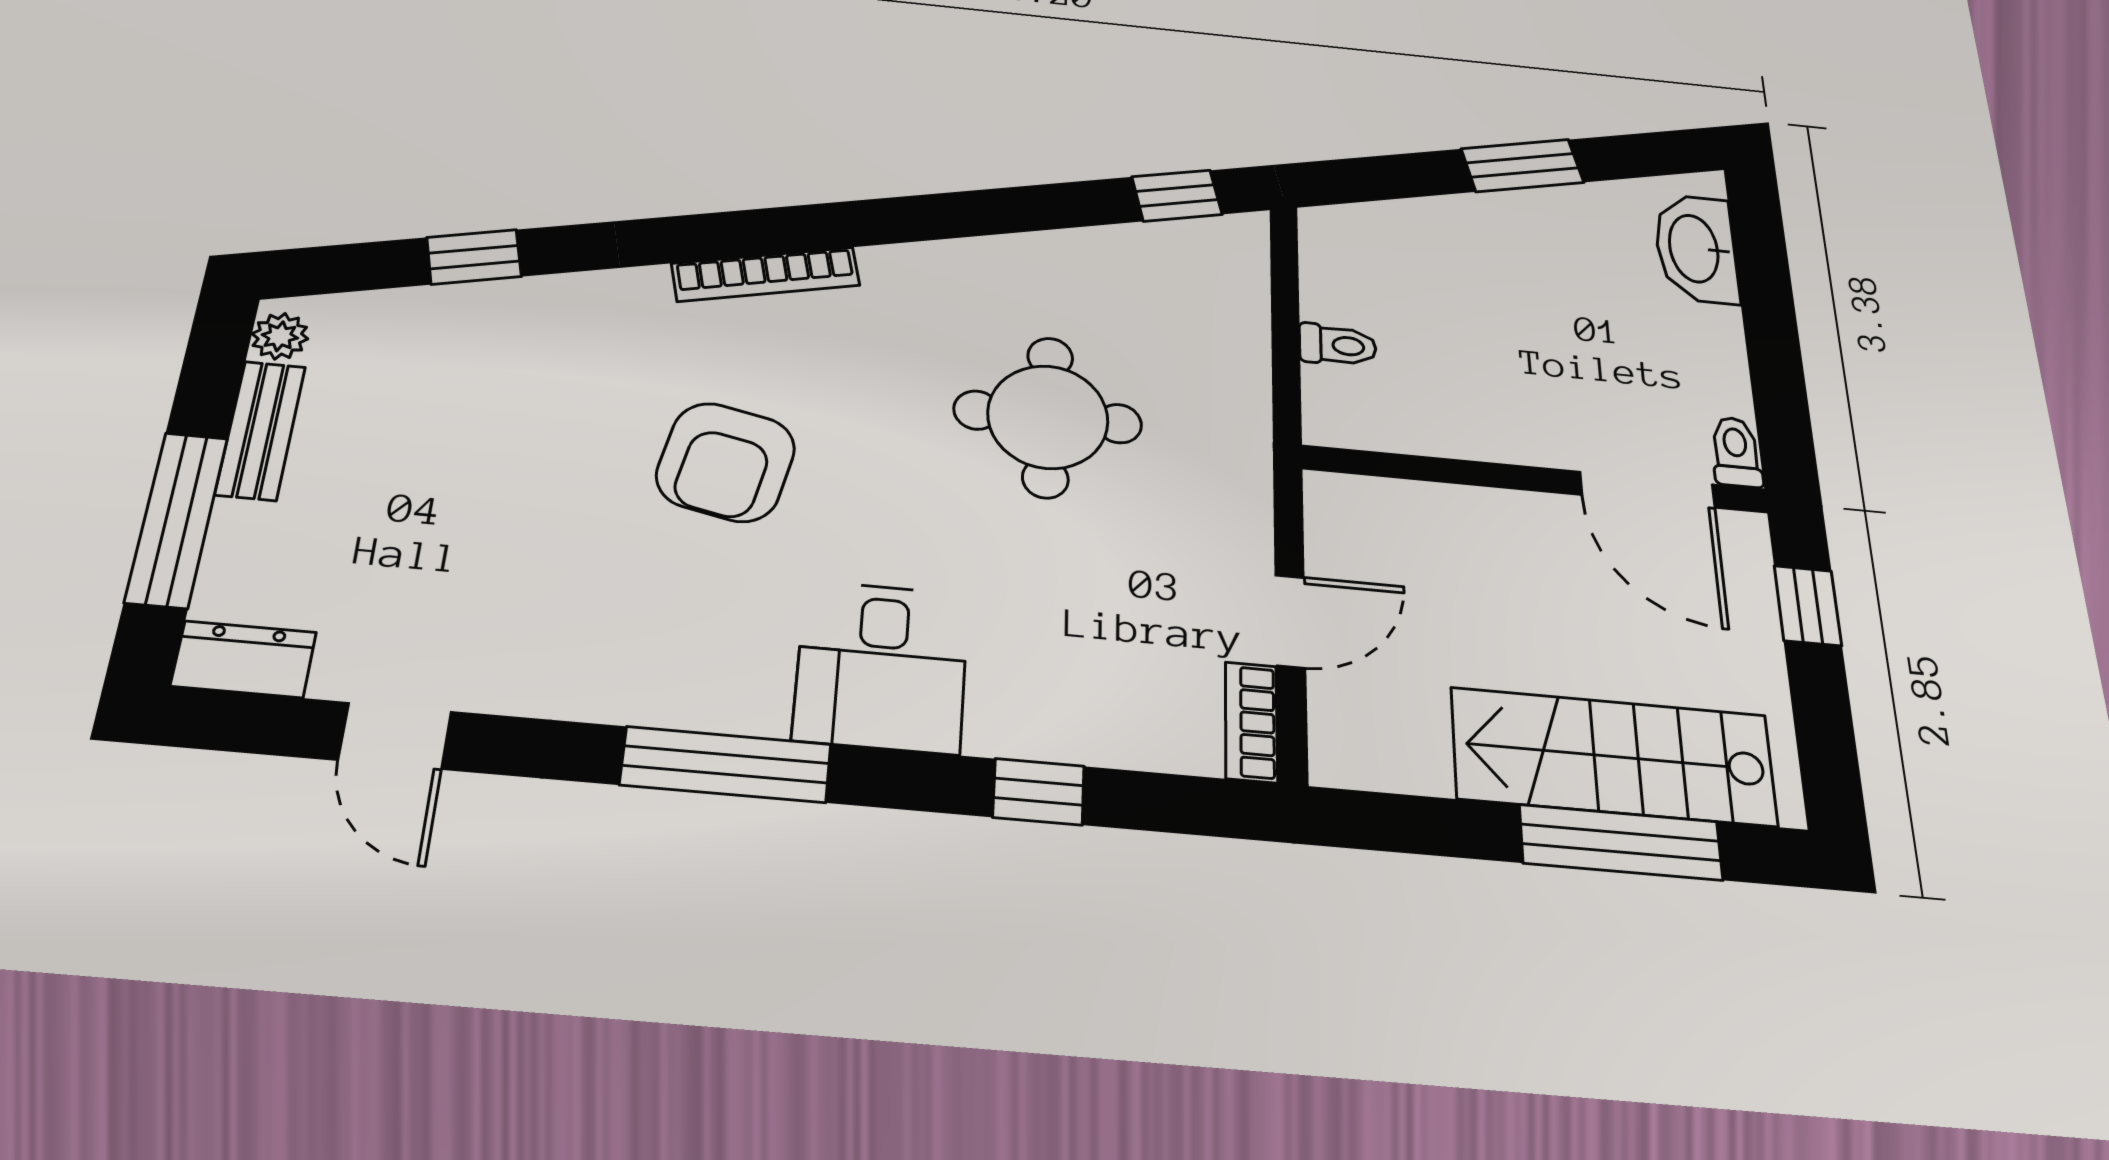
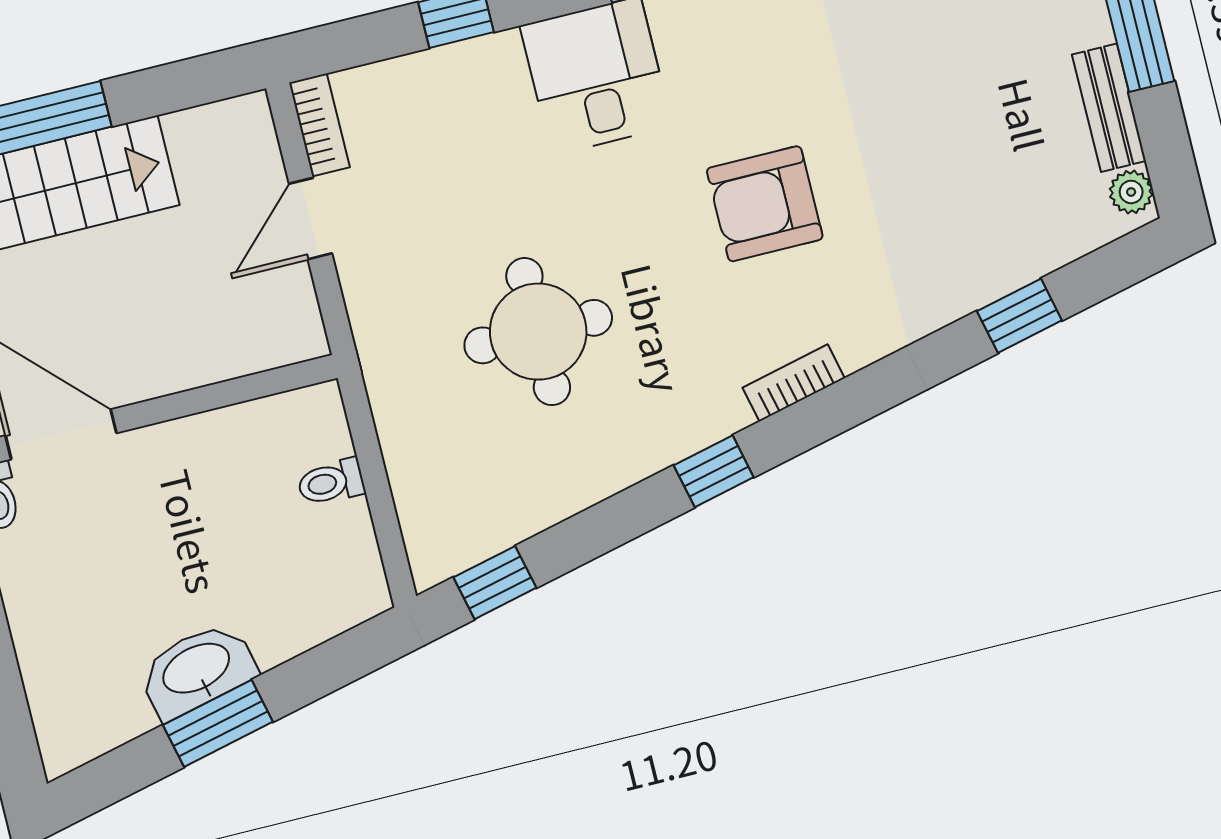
window: (892, 221) -> (714, 471), added
washbasin: (1696, 249) -> (197, 670), moved, turned -103
bookcase: (766, 274) -> (794, 383), width x0.64
armchair: (726, 462) -> (765, 204), turned -102

